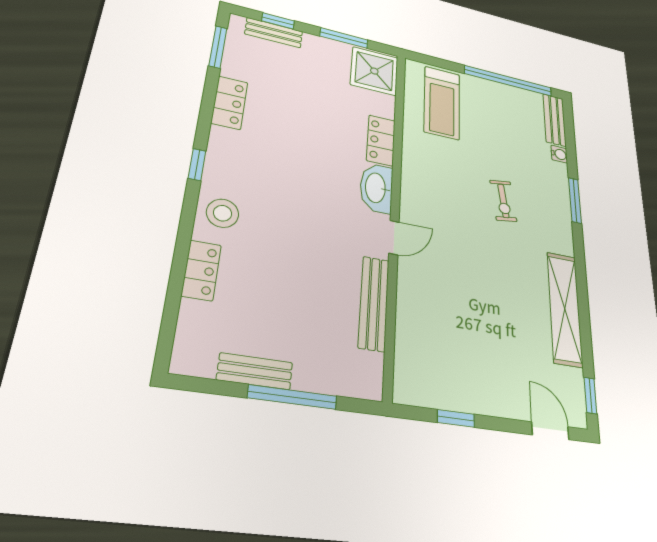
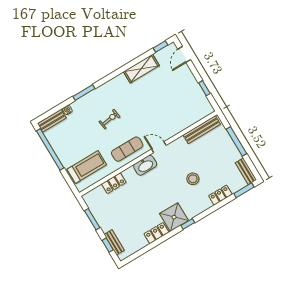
window: (218, 47) -> (244, 190), moved
shower: (374, 71) -> (174, 217), moved
locker: (381, 140) -> (114, 183), moved
exercise mat: (429, 184) -> (127, 149), added
stool: (223, 213) -> (193, 179), moved
bench: (374, 303) -> (202, 130), moved
shelving: (565, 308) -> (141, 69), width x0.68
bench: (255, 371) -> (246, 171), moved

